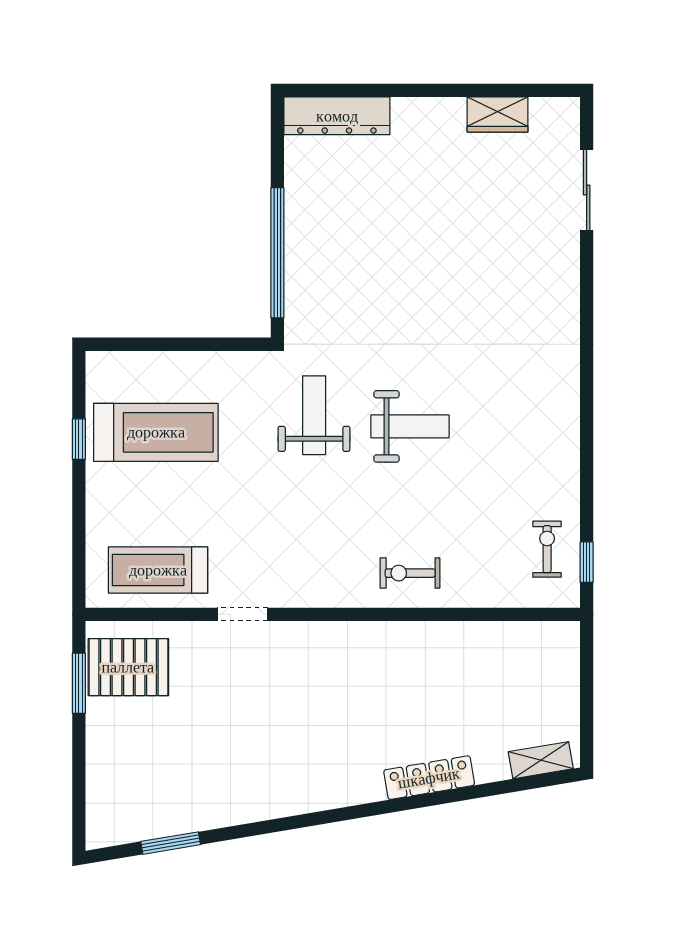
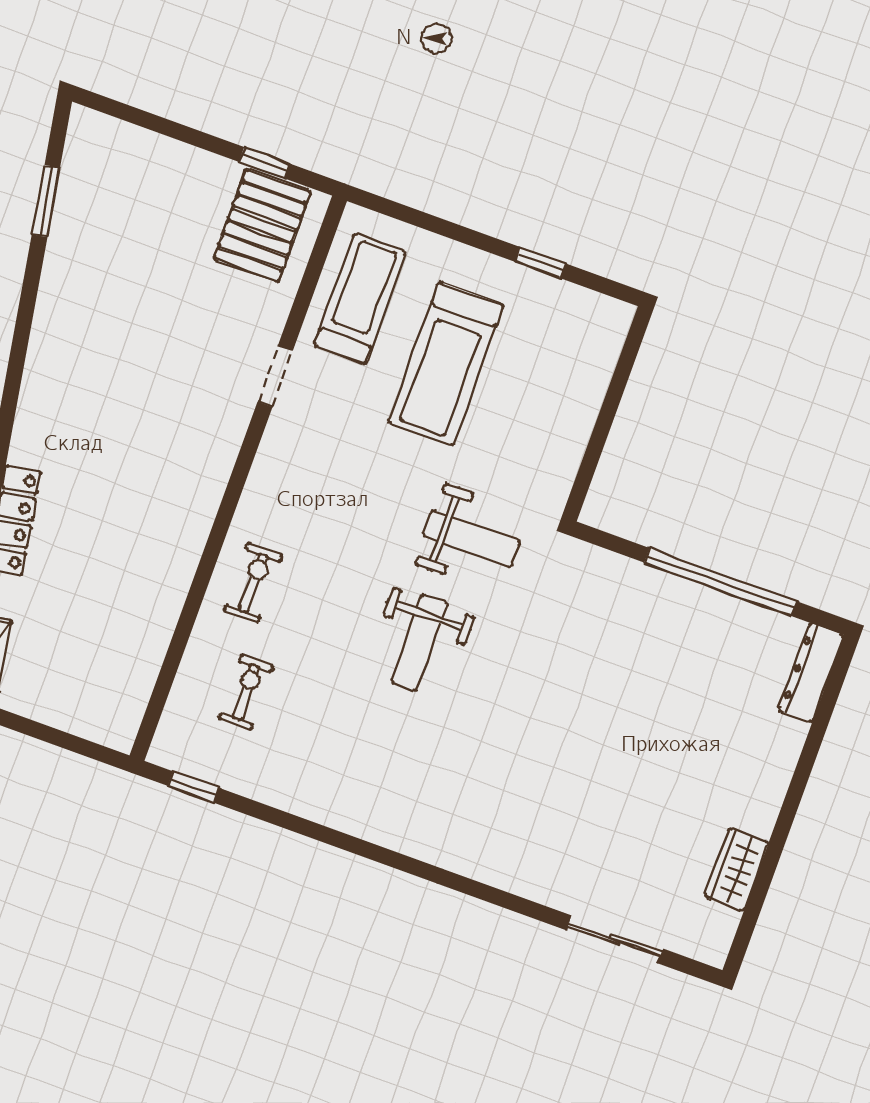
dresser: (337, 116) -> (811, 673), width x0.73, depth x0.80
window: (277, 253) -> (721, 582), moved
treadmill: (156, 432) -> (446, 364), moved
exercise bike: (547, 549) -> (246, 692), moved, turned -91
window: (79, 683) -> (264, 163), width x0.67

